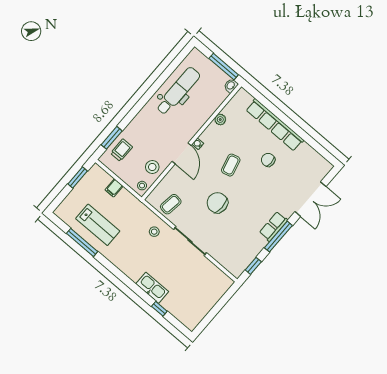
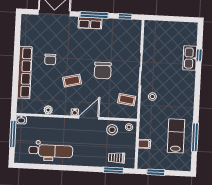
dental chair: (178, 91) -> (51, 151), turned 180
kitchen sink: (152, 288) -> (190, 58), moved

